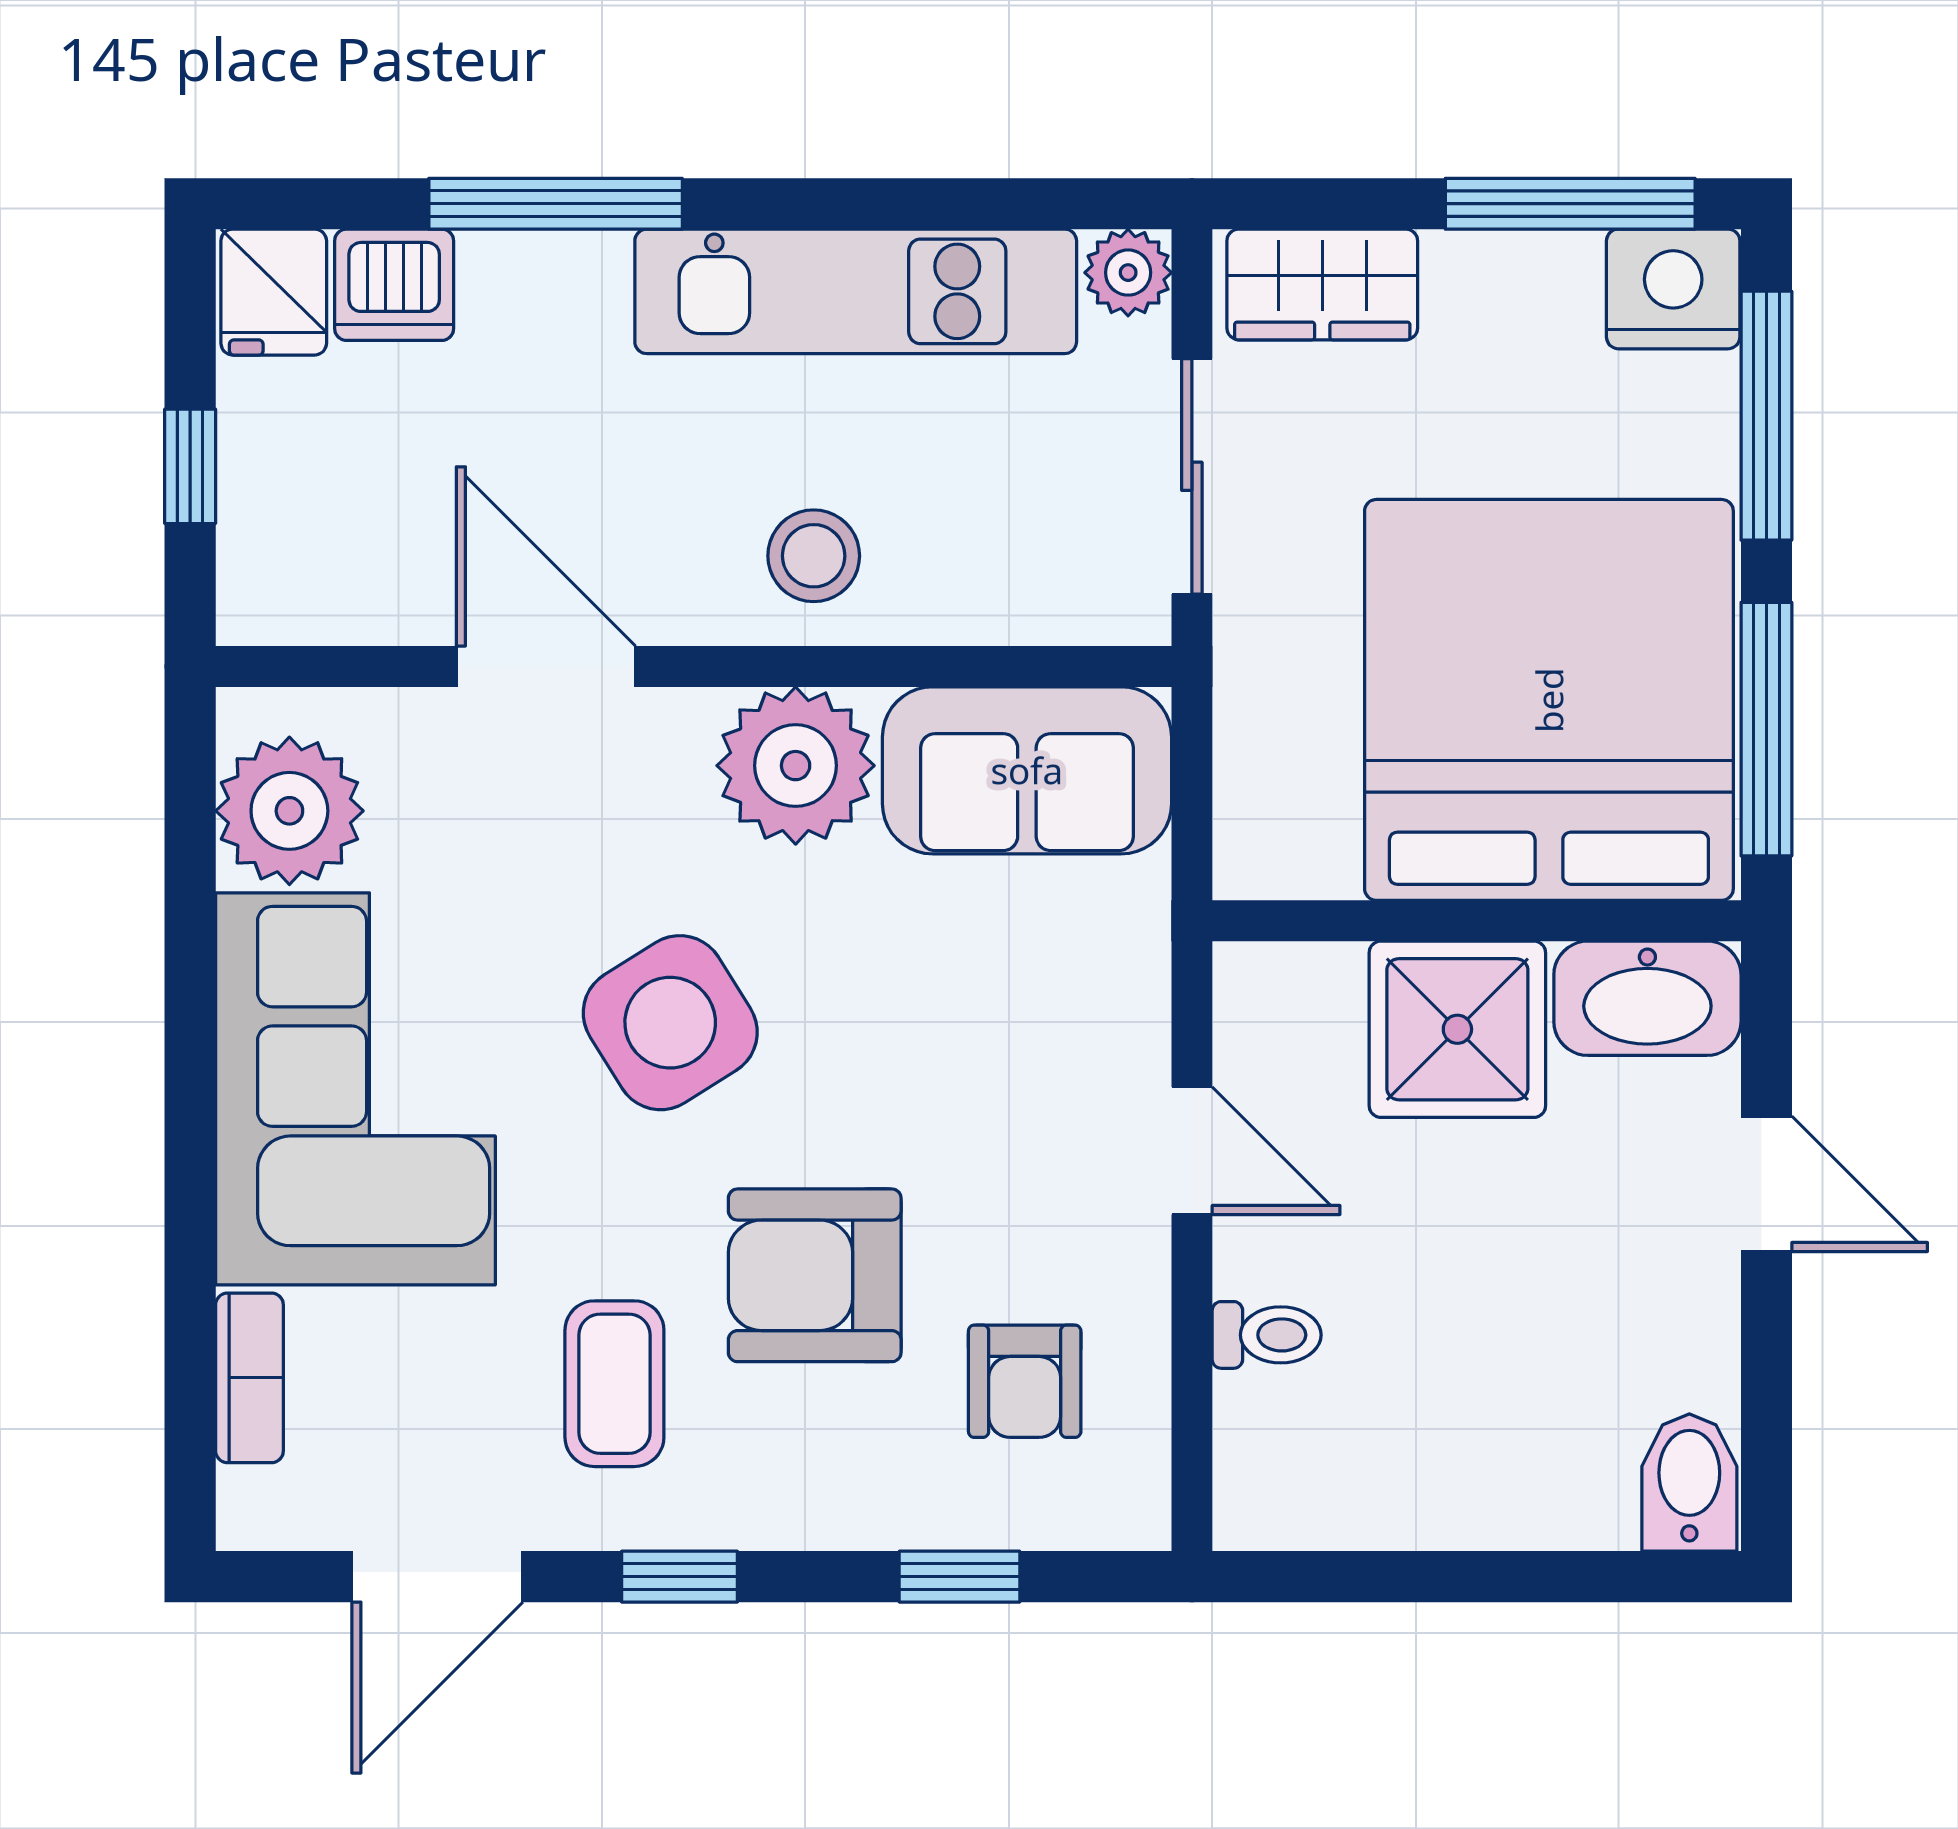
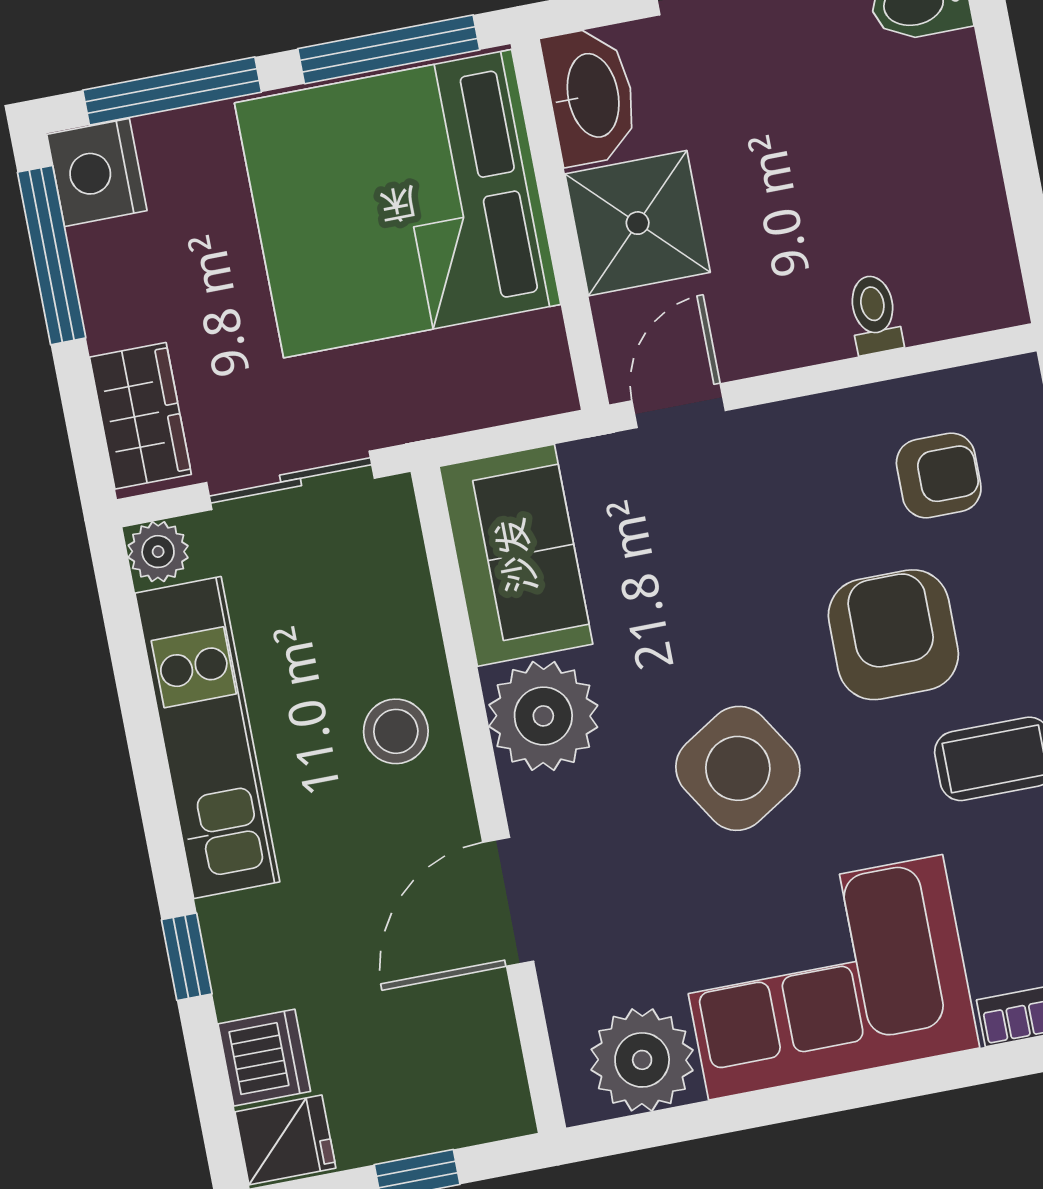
window: (556, 204) -> (187, 957), width x0.46
door: (1192, 1151) -> (679, 406), moved
armchair: (815, 1275) -> (893, 635), turned 180

